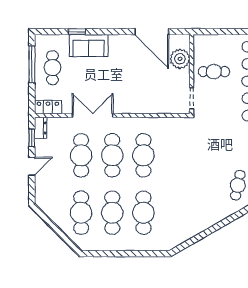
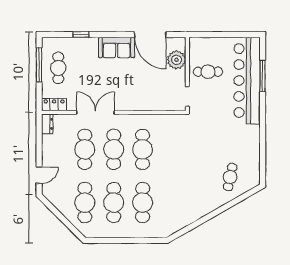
sofa: (89, 46) -> (116, 47), moved
window: (32, 138) -> (39, 133), removed
door: (32, 166) -> (39, 175), moved

